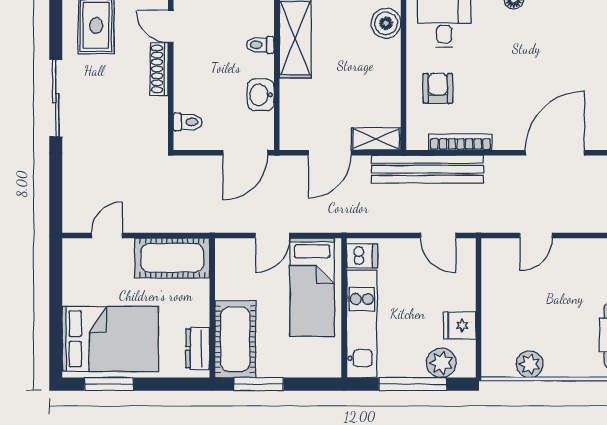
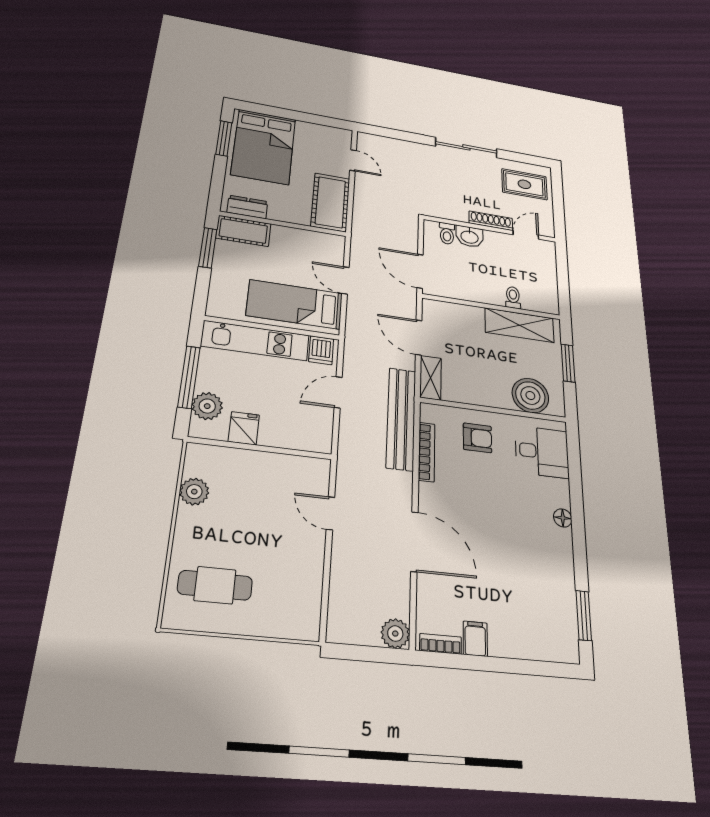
boiler: (386, 23) -> (530, 396), width x1.37, depth x1.37
washbasin: (261, 95) -> (470, 237), moved, turned 180
door: (438, 235) -> (338, 392), moved
cot: (235, 339) -> (243, 231), width x0.73, depth x0.75

